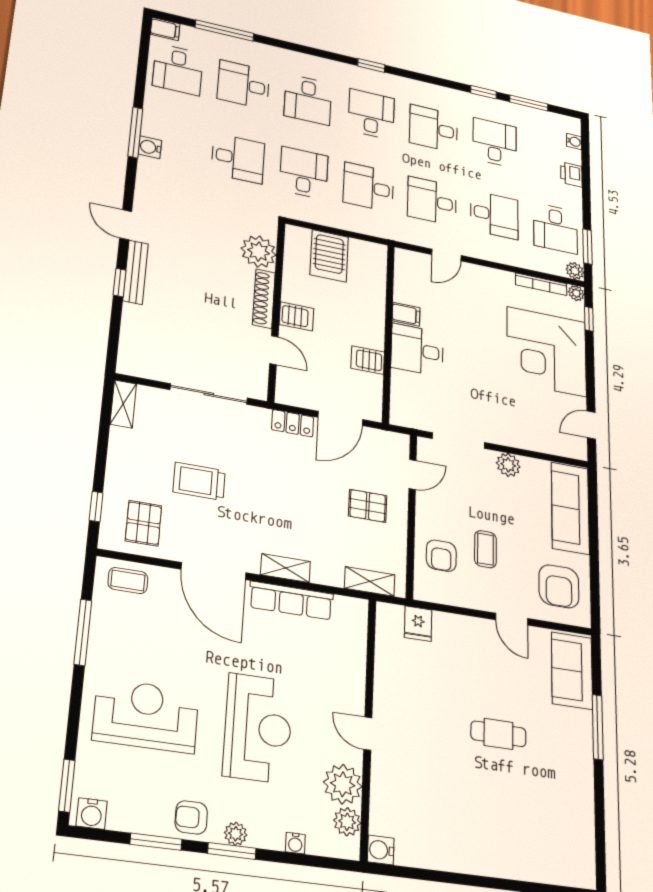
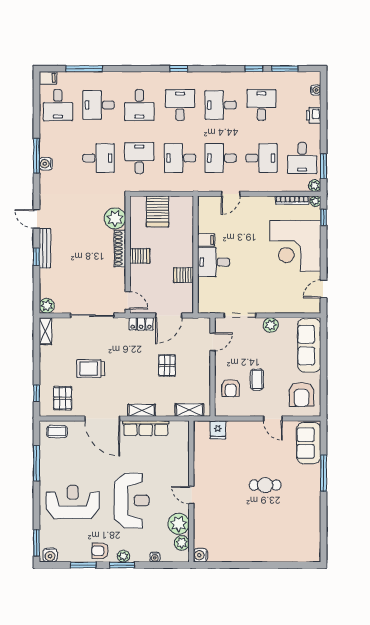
door: (274, 350) -> (128, 300), moved
plant: (130, 363) -> (47, 306), added
pallet: (368, 506) -> (167, 366), moved, turned 90

